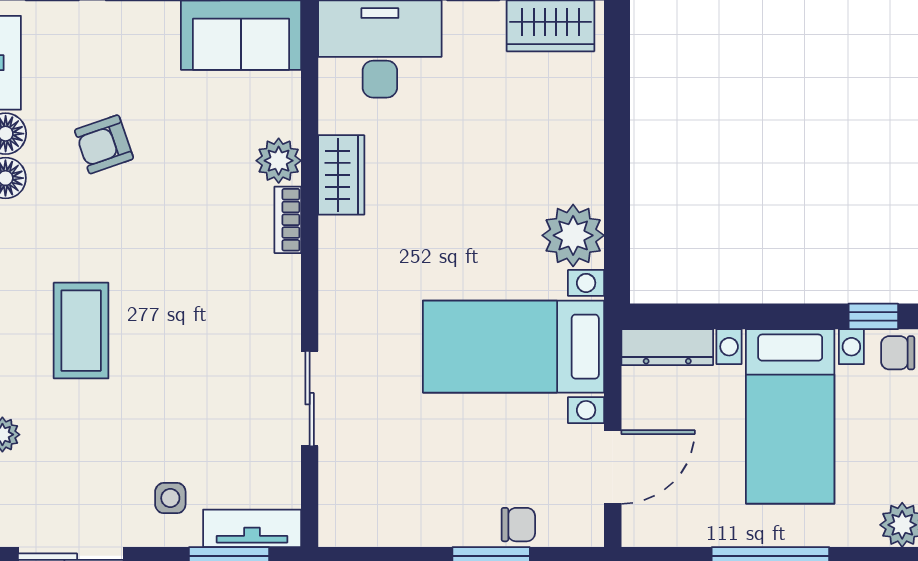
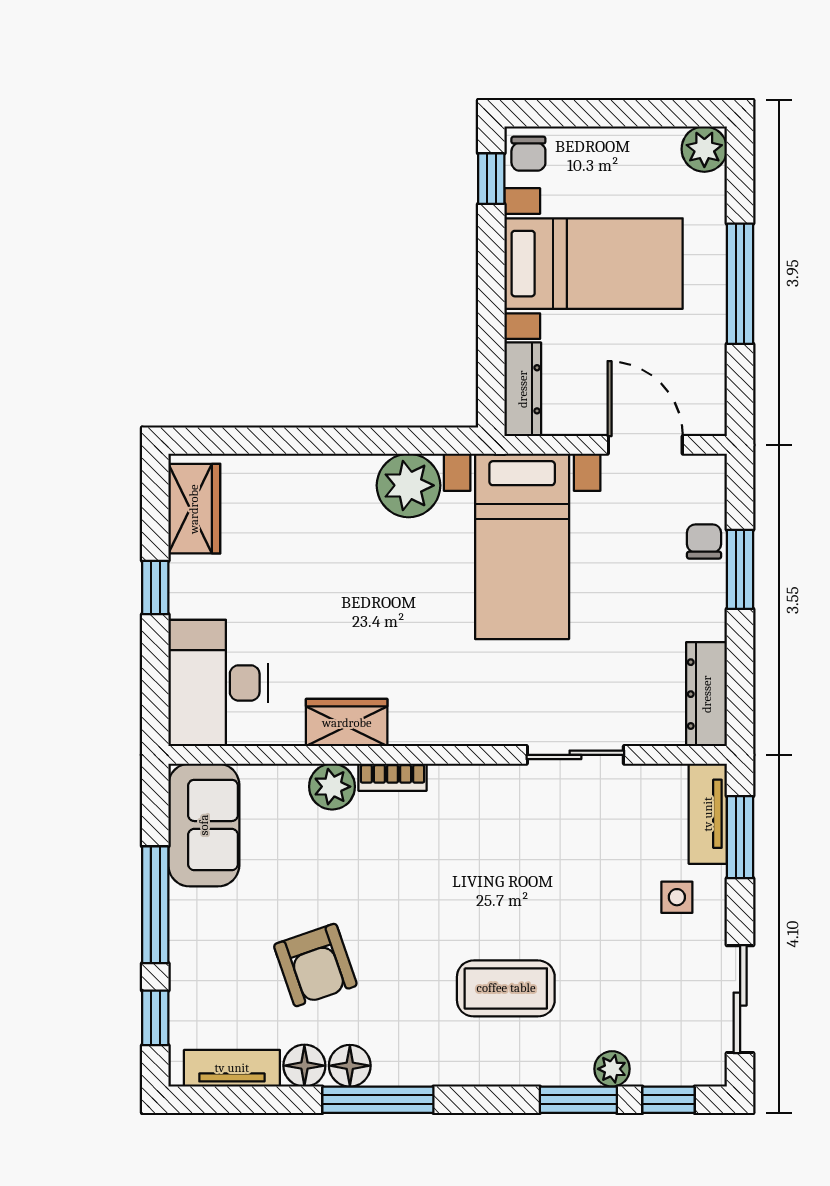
armchair: (104, 144) -> (315, 965), width x1.38, depth x1.38
dresser: (369, 527) -> (707, 694), added

